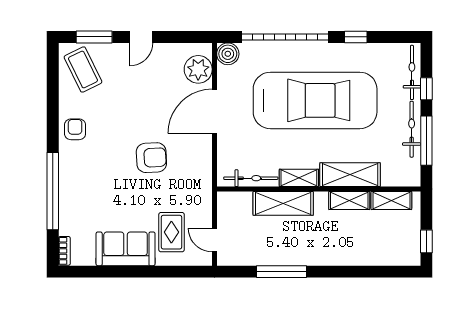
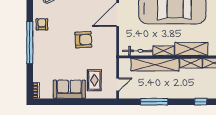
window: (53, 191) -> (30, 43), moved
shelving: (283, 203) -> (155, 65), width x1.47
door: (214, 240) -> (118, 84), swing flipped
window: (367, 272) -> (201, 102), added

